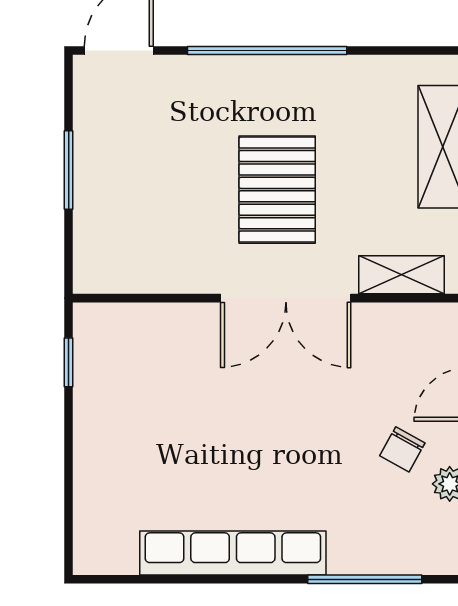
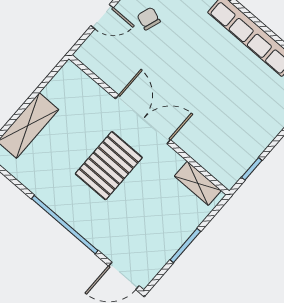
shelving: (402, 275) -> (198, 183), moved
chair: (402, 449) -> (149, 19), turned -100

